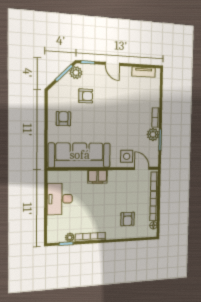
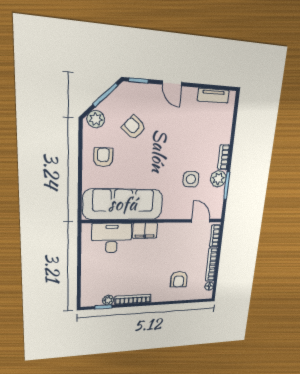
plant: (76, 73) -> (96, 119), moved
armchair: (86, 96) -> (134, 127), turned -139
side table: (127, 156) -> (191, 179), moved
desk: (60, 199) -> (112, 238), moved, turned 90

